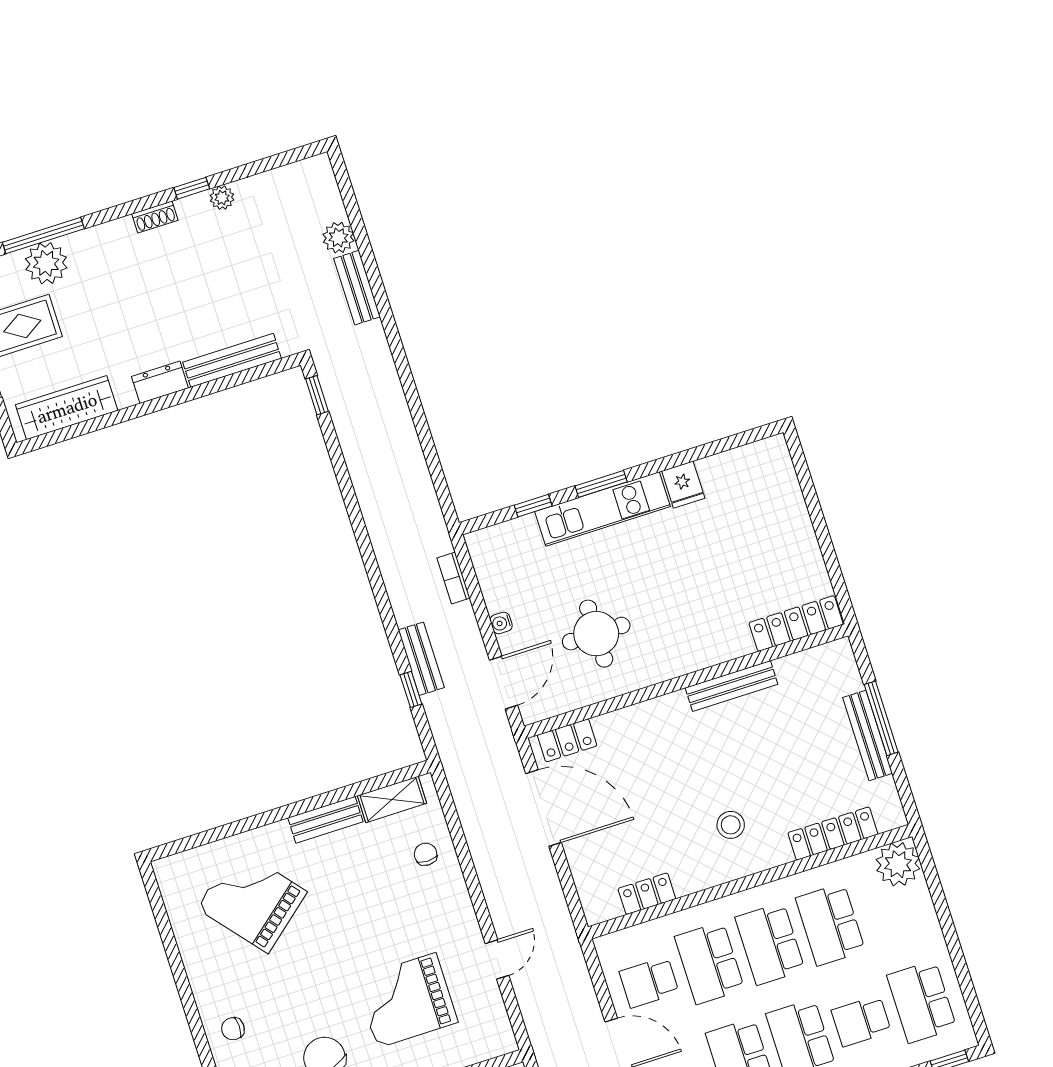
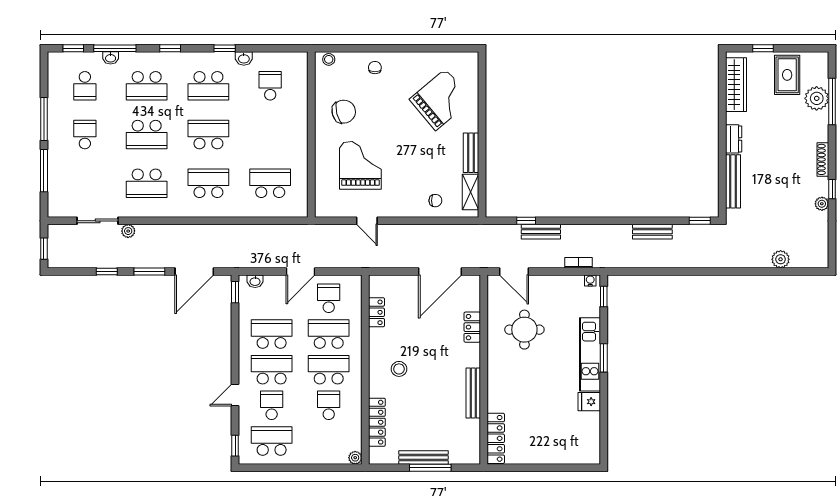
shoe rack: (155, 217) -> (823, 159), width x1.43
bench: (357, 288) -> (652, 232), moved
window: (533, 506) -> (604, 297), moved
water cooler: (501, 623) -> (590, 281), moved
locker: (567, 740) -> (472, 327), moved
plant: (898, 864) -> (355, 458), width x0.53, depth x0.53
school desk: (830, 924) -> (329, 405), width x0.54

